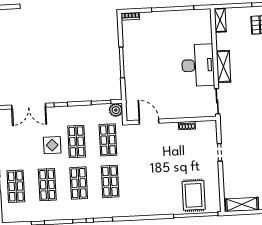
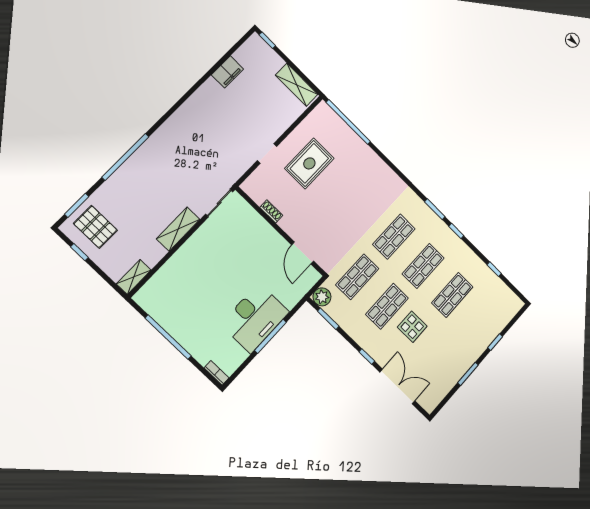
desk: (198, 65) -> (255, 318), moved, turned 180
shop shelf: (16, 186) -> (481, 324), removed
rug: (194, 195) -> (309, 163), moved

